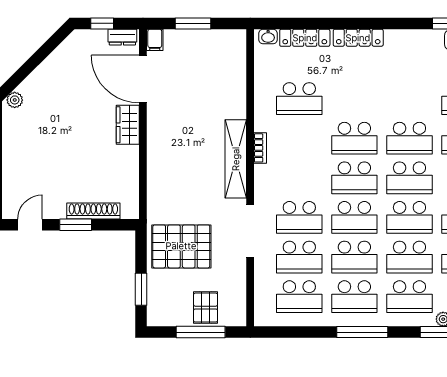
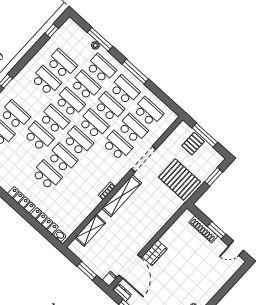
shelving: (236, 79) -> (90, 230), added
school desk: (299, 99) -> (47, 175), moved

